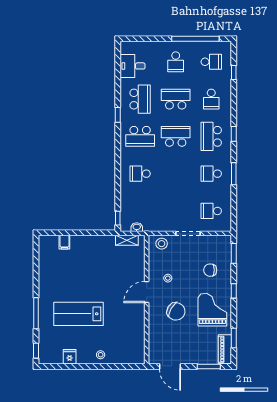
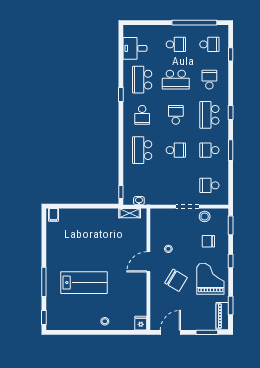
school desk: (176, 62) -> (176, 44), turned -90
school desk: (140, 99) -> (142, 80), turned 180
school desk: (176, 99) -> (176, 80), turned 180
school desk: (211, 99) -> (209, 80), turned 180
school desk: (140, 136) -> (142, 115), width x0.54
school desk: (176, 136) -> (176, 115), width x0.54
school desk: (140, 174) -> (142, 150), width x1.85
school desk: (176, 174) -> (176, 150), added
filing cabinet: (64, 242) -> (53, 215), moved
stool: (162, 244) -> (205, 216), moved
lab bench: (79, 314) -> (84, 283), turned 180
fridge: (70, 357) -> (141, 323), moved
door: (170, 367) -> (170, 332), swing flipped

